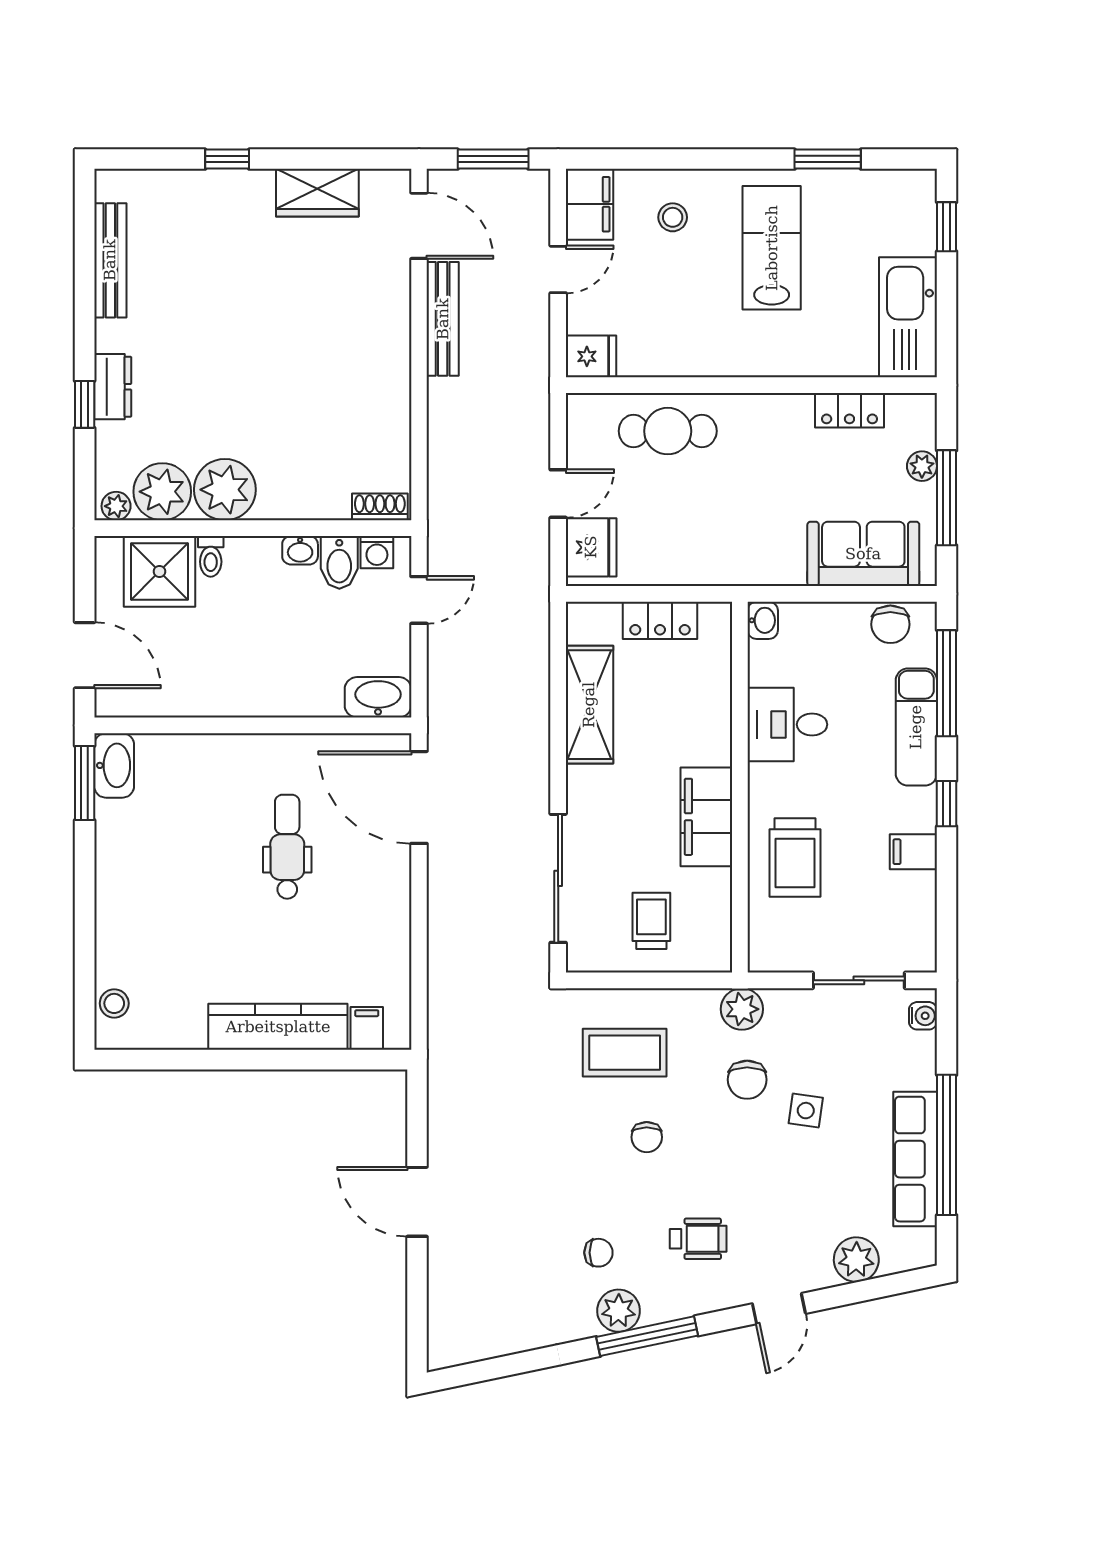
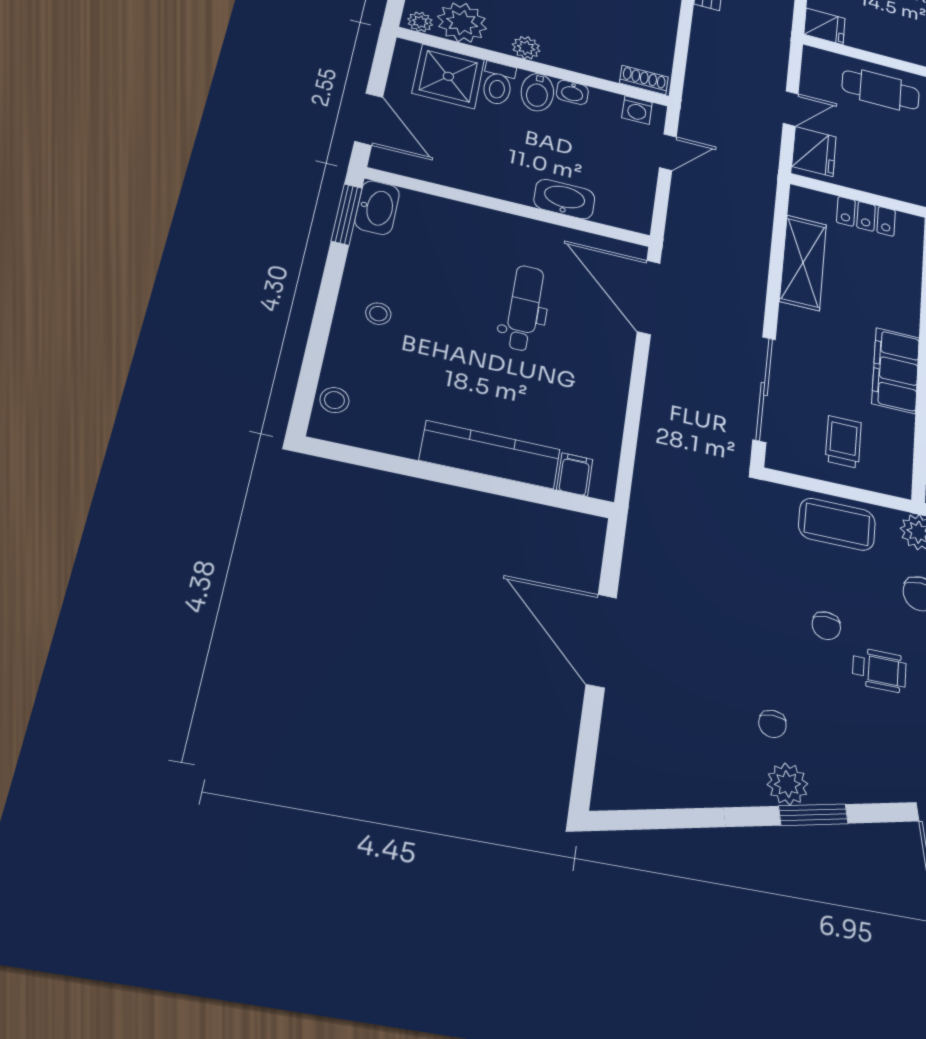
plant: (225, 490) -> (526, 48), width x0.53, depth x0.53
toilet: (211, 556) -> (498, 84), width x1.37, depth x1.39
bidet: (339, 562) -> (537, 92), moved
washbasin: (378, 697) -> (564, 199), moved
stool: (139, 893) -> (378, 314), added
coffee table: (625, 1053) -> (837, 524), moved
door: (417, 1202) -> (601, 641), width x1.36
wheelchair: (698, 1239) -> (879, 670), moved
chair: (598, 1253) -> (772, 724), turned 90
window: (647, 1336) -> (813, 815), width x0.69

